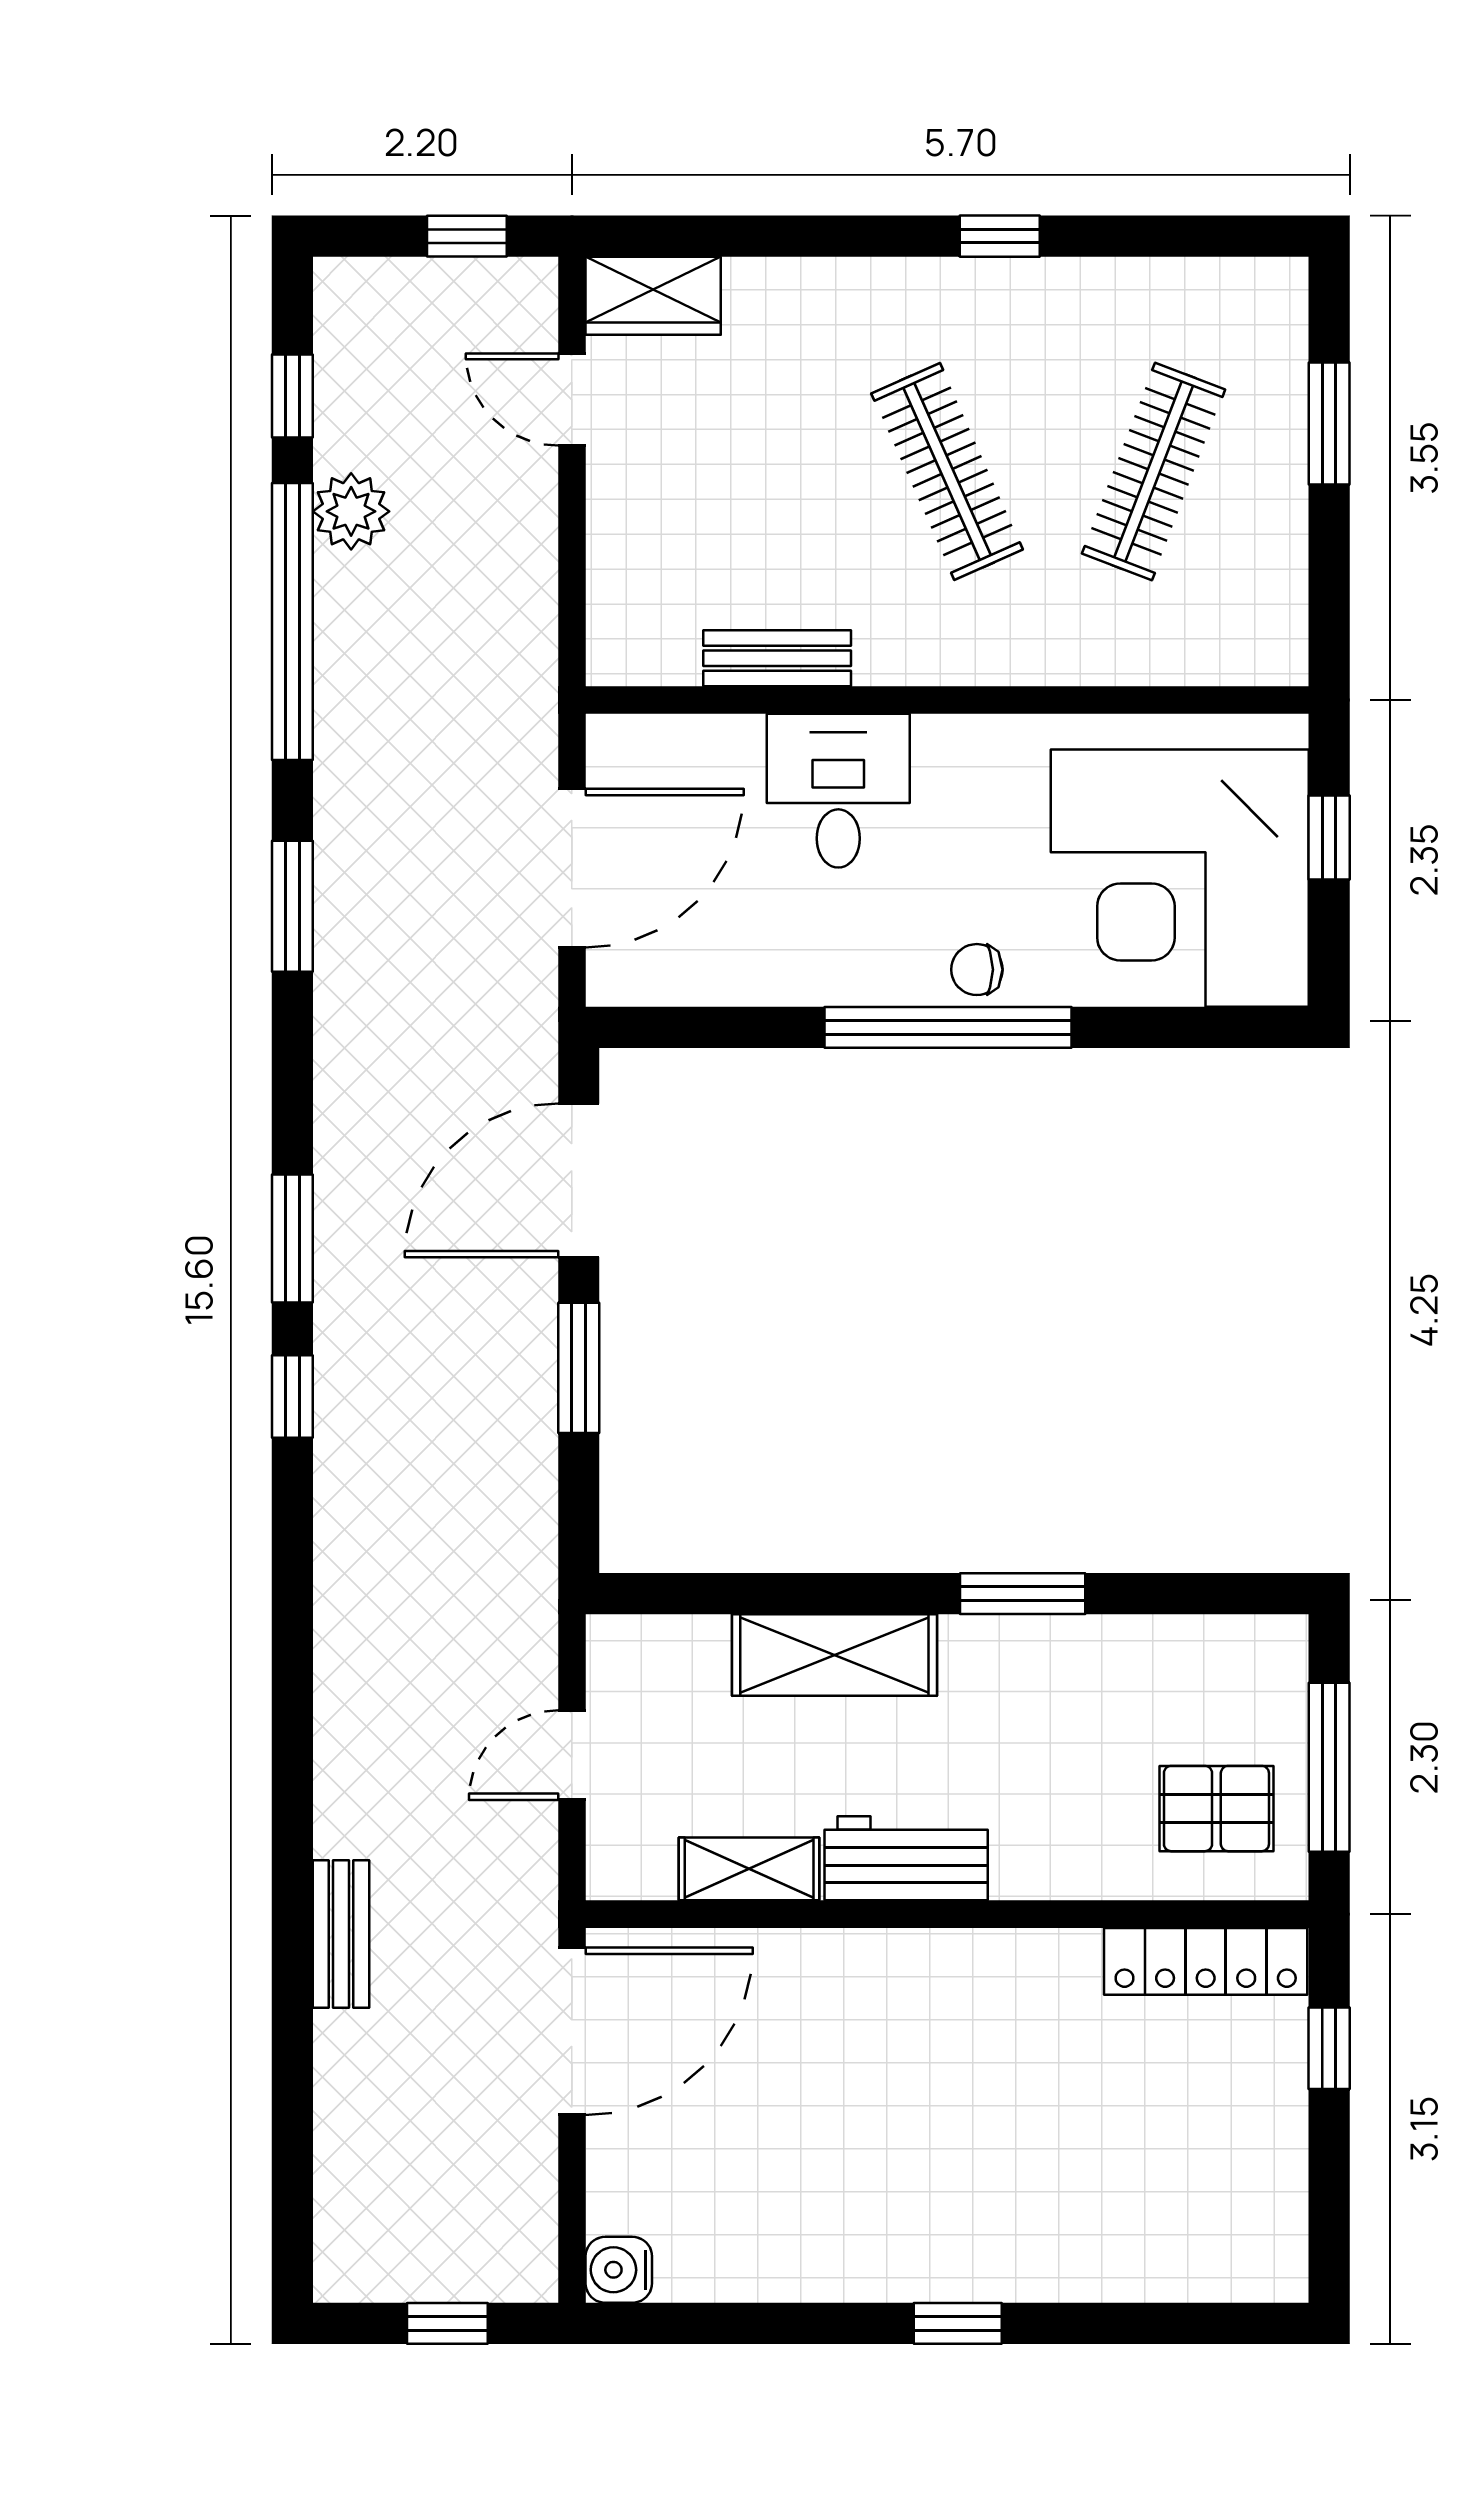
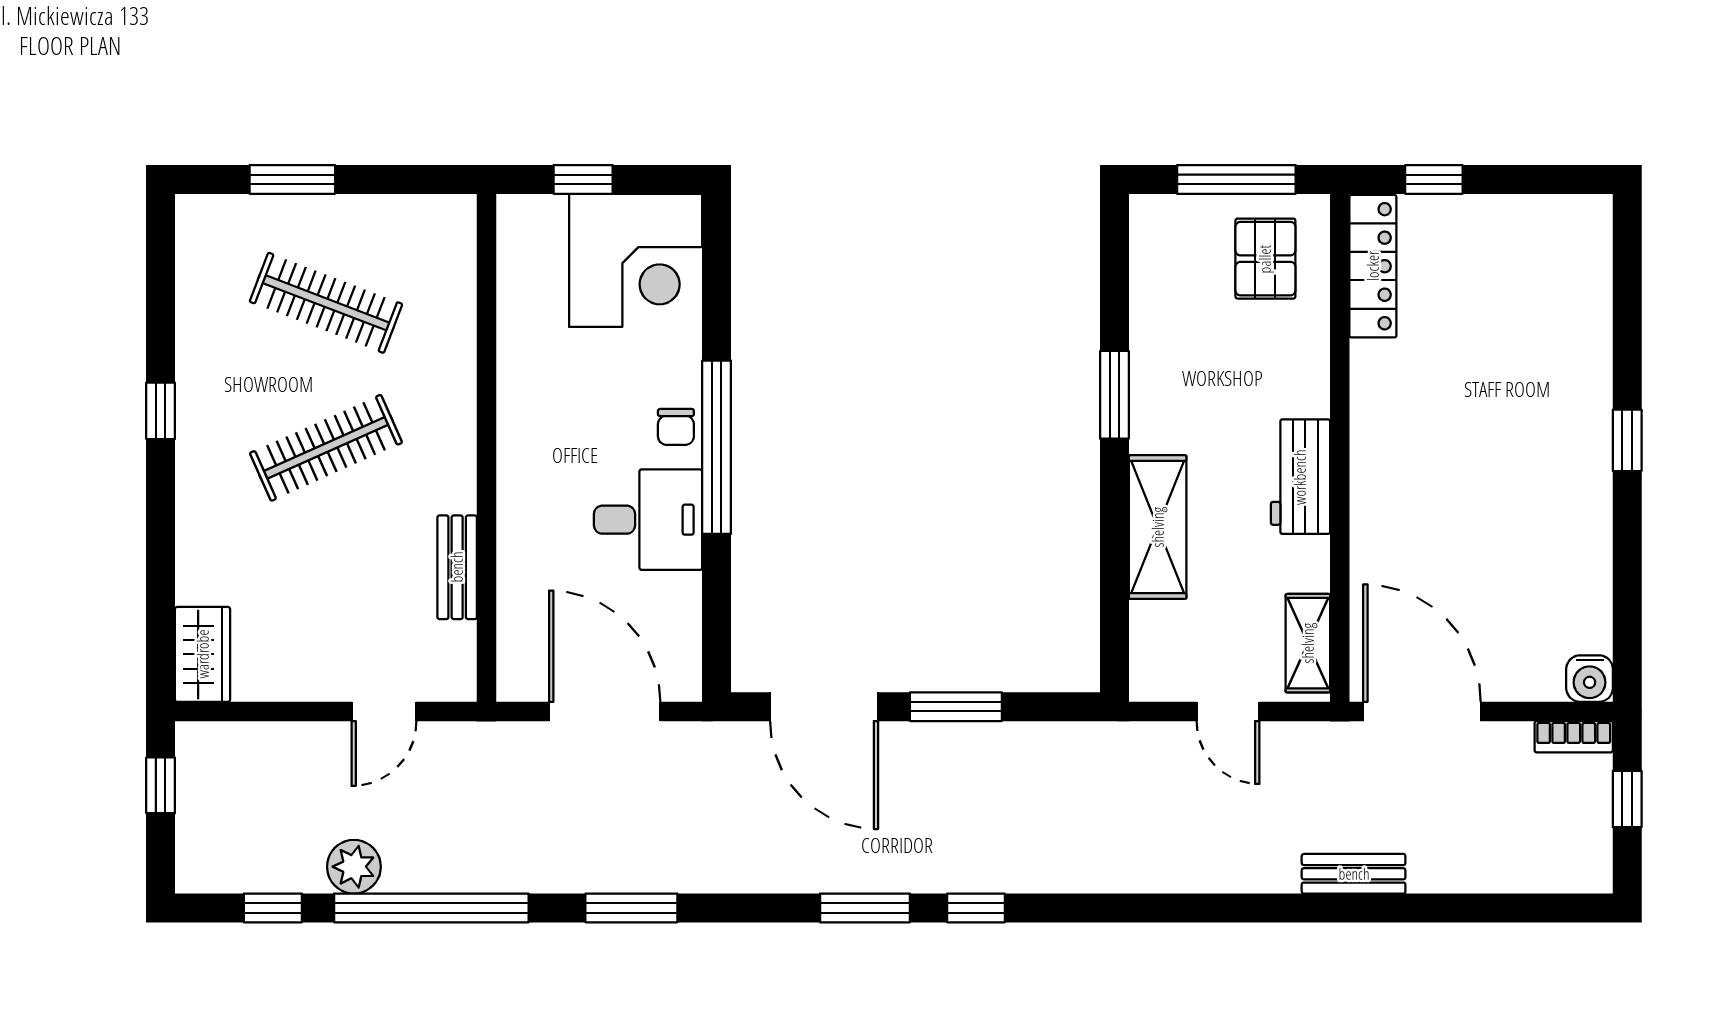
door: (572, 400) -> (384, 711), moved
desk: (838, 791) -> (648, 520), moved, turned 180
corner desk: (1180, 878) -> (636, 260), width x0.74, depth x0.74
shelving: (749, 1869) -> (1308, 643), moved
bookcase: (536, 2247) -> (1574, 737), added

